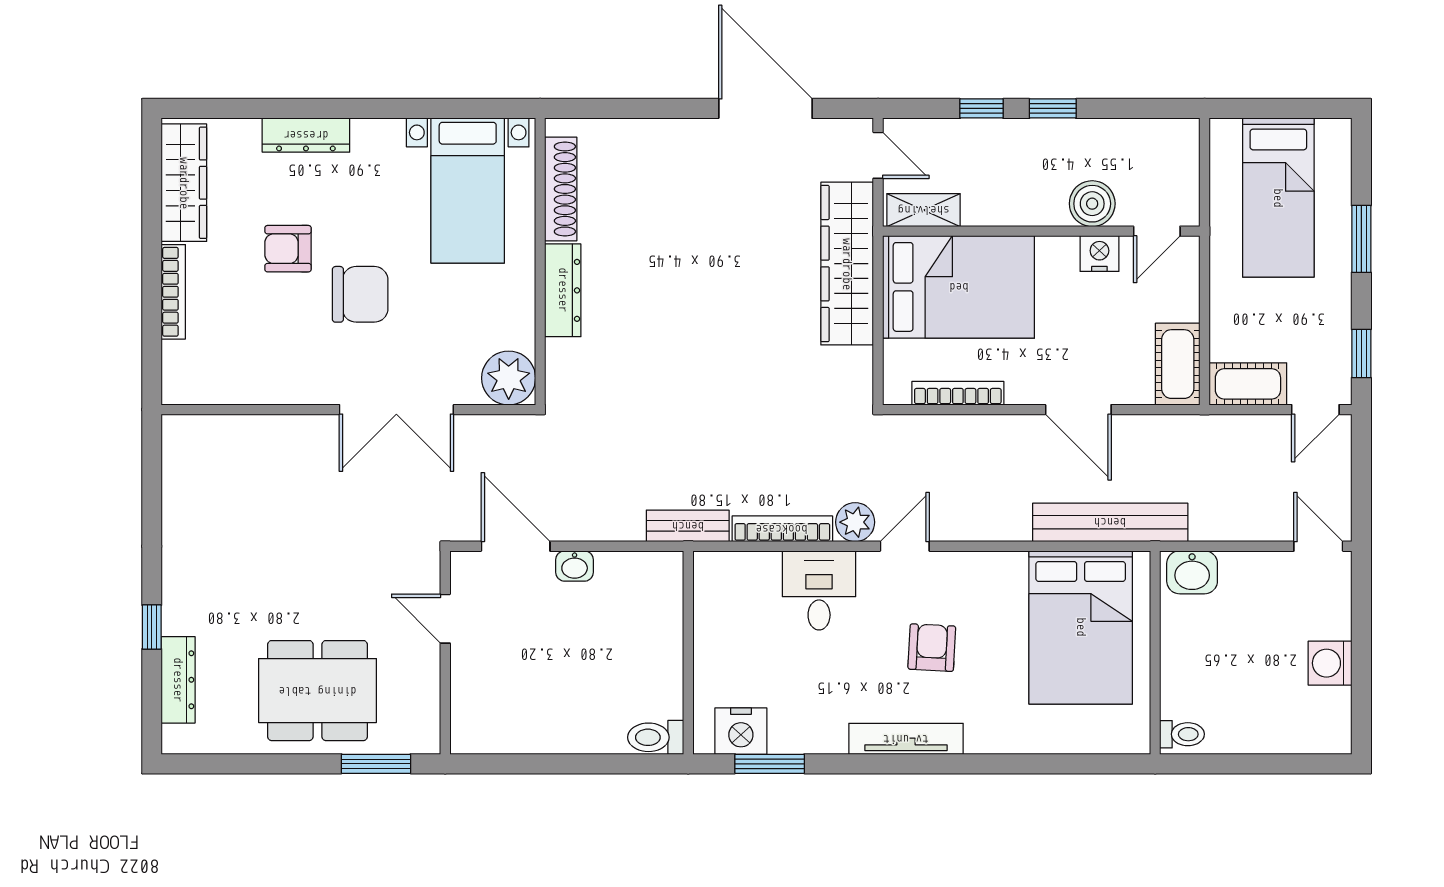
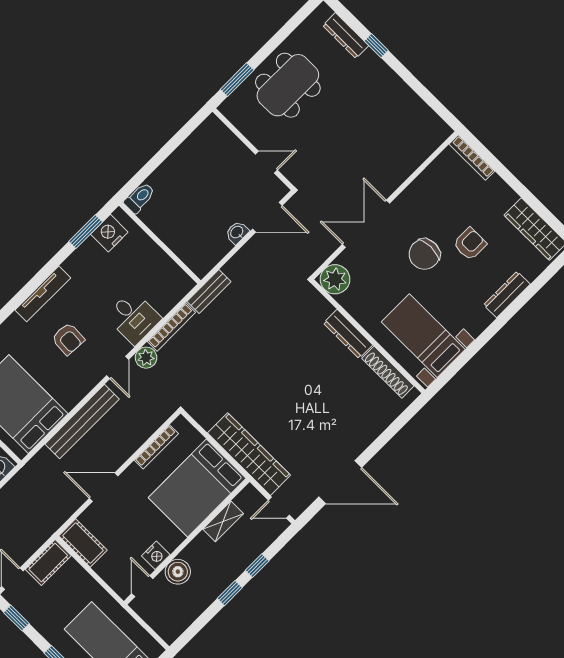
shelving: (924, 210) -> (223, 521), moved
bookcase: (173, 292) -> (472, 158), moved
bench: (1110, 522) -> (82, 422), moved

